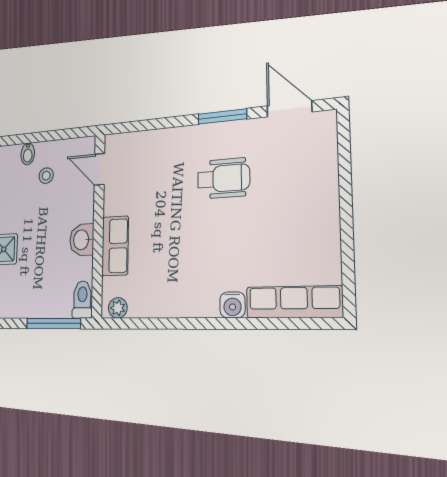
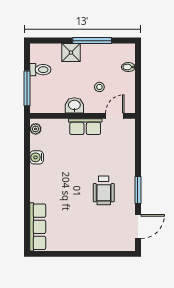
stool: (46, 176) -> (99, 87), moved
row of seats: (115, 246) -> (85, 127), moved
toilet: (82, 300) -> (40, 70), moved
water cooler: (232, 305) -> (37, 157), moved

